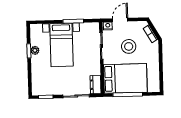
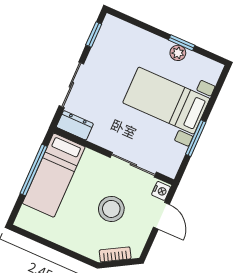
bed: (125, 78) -> (54, 175), width x0.67

